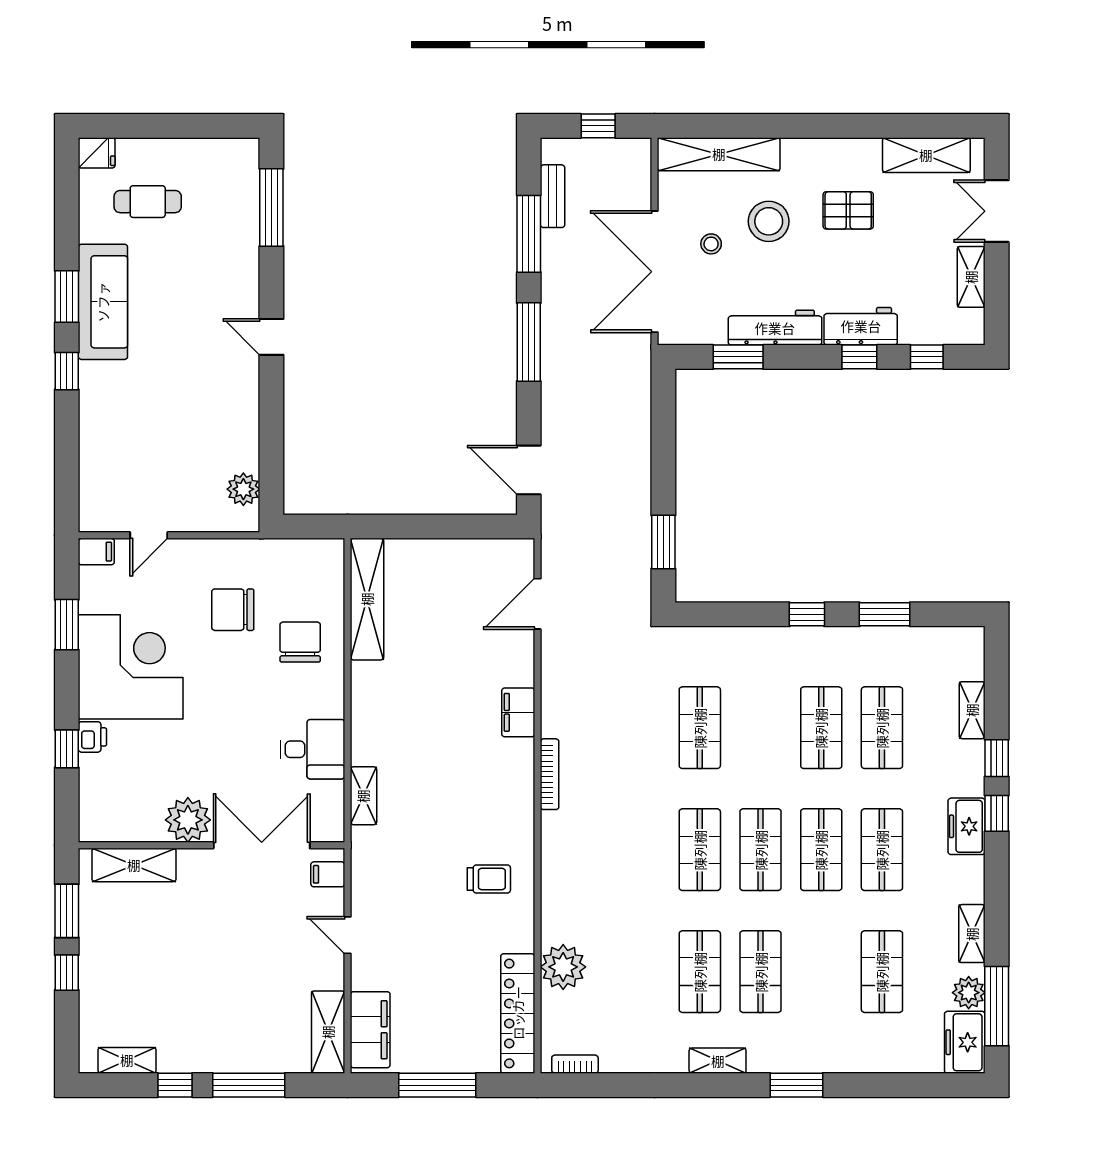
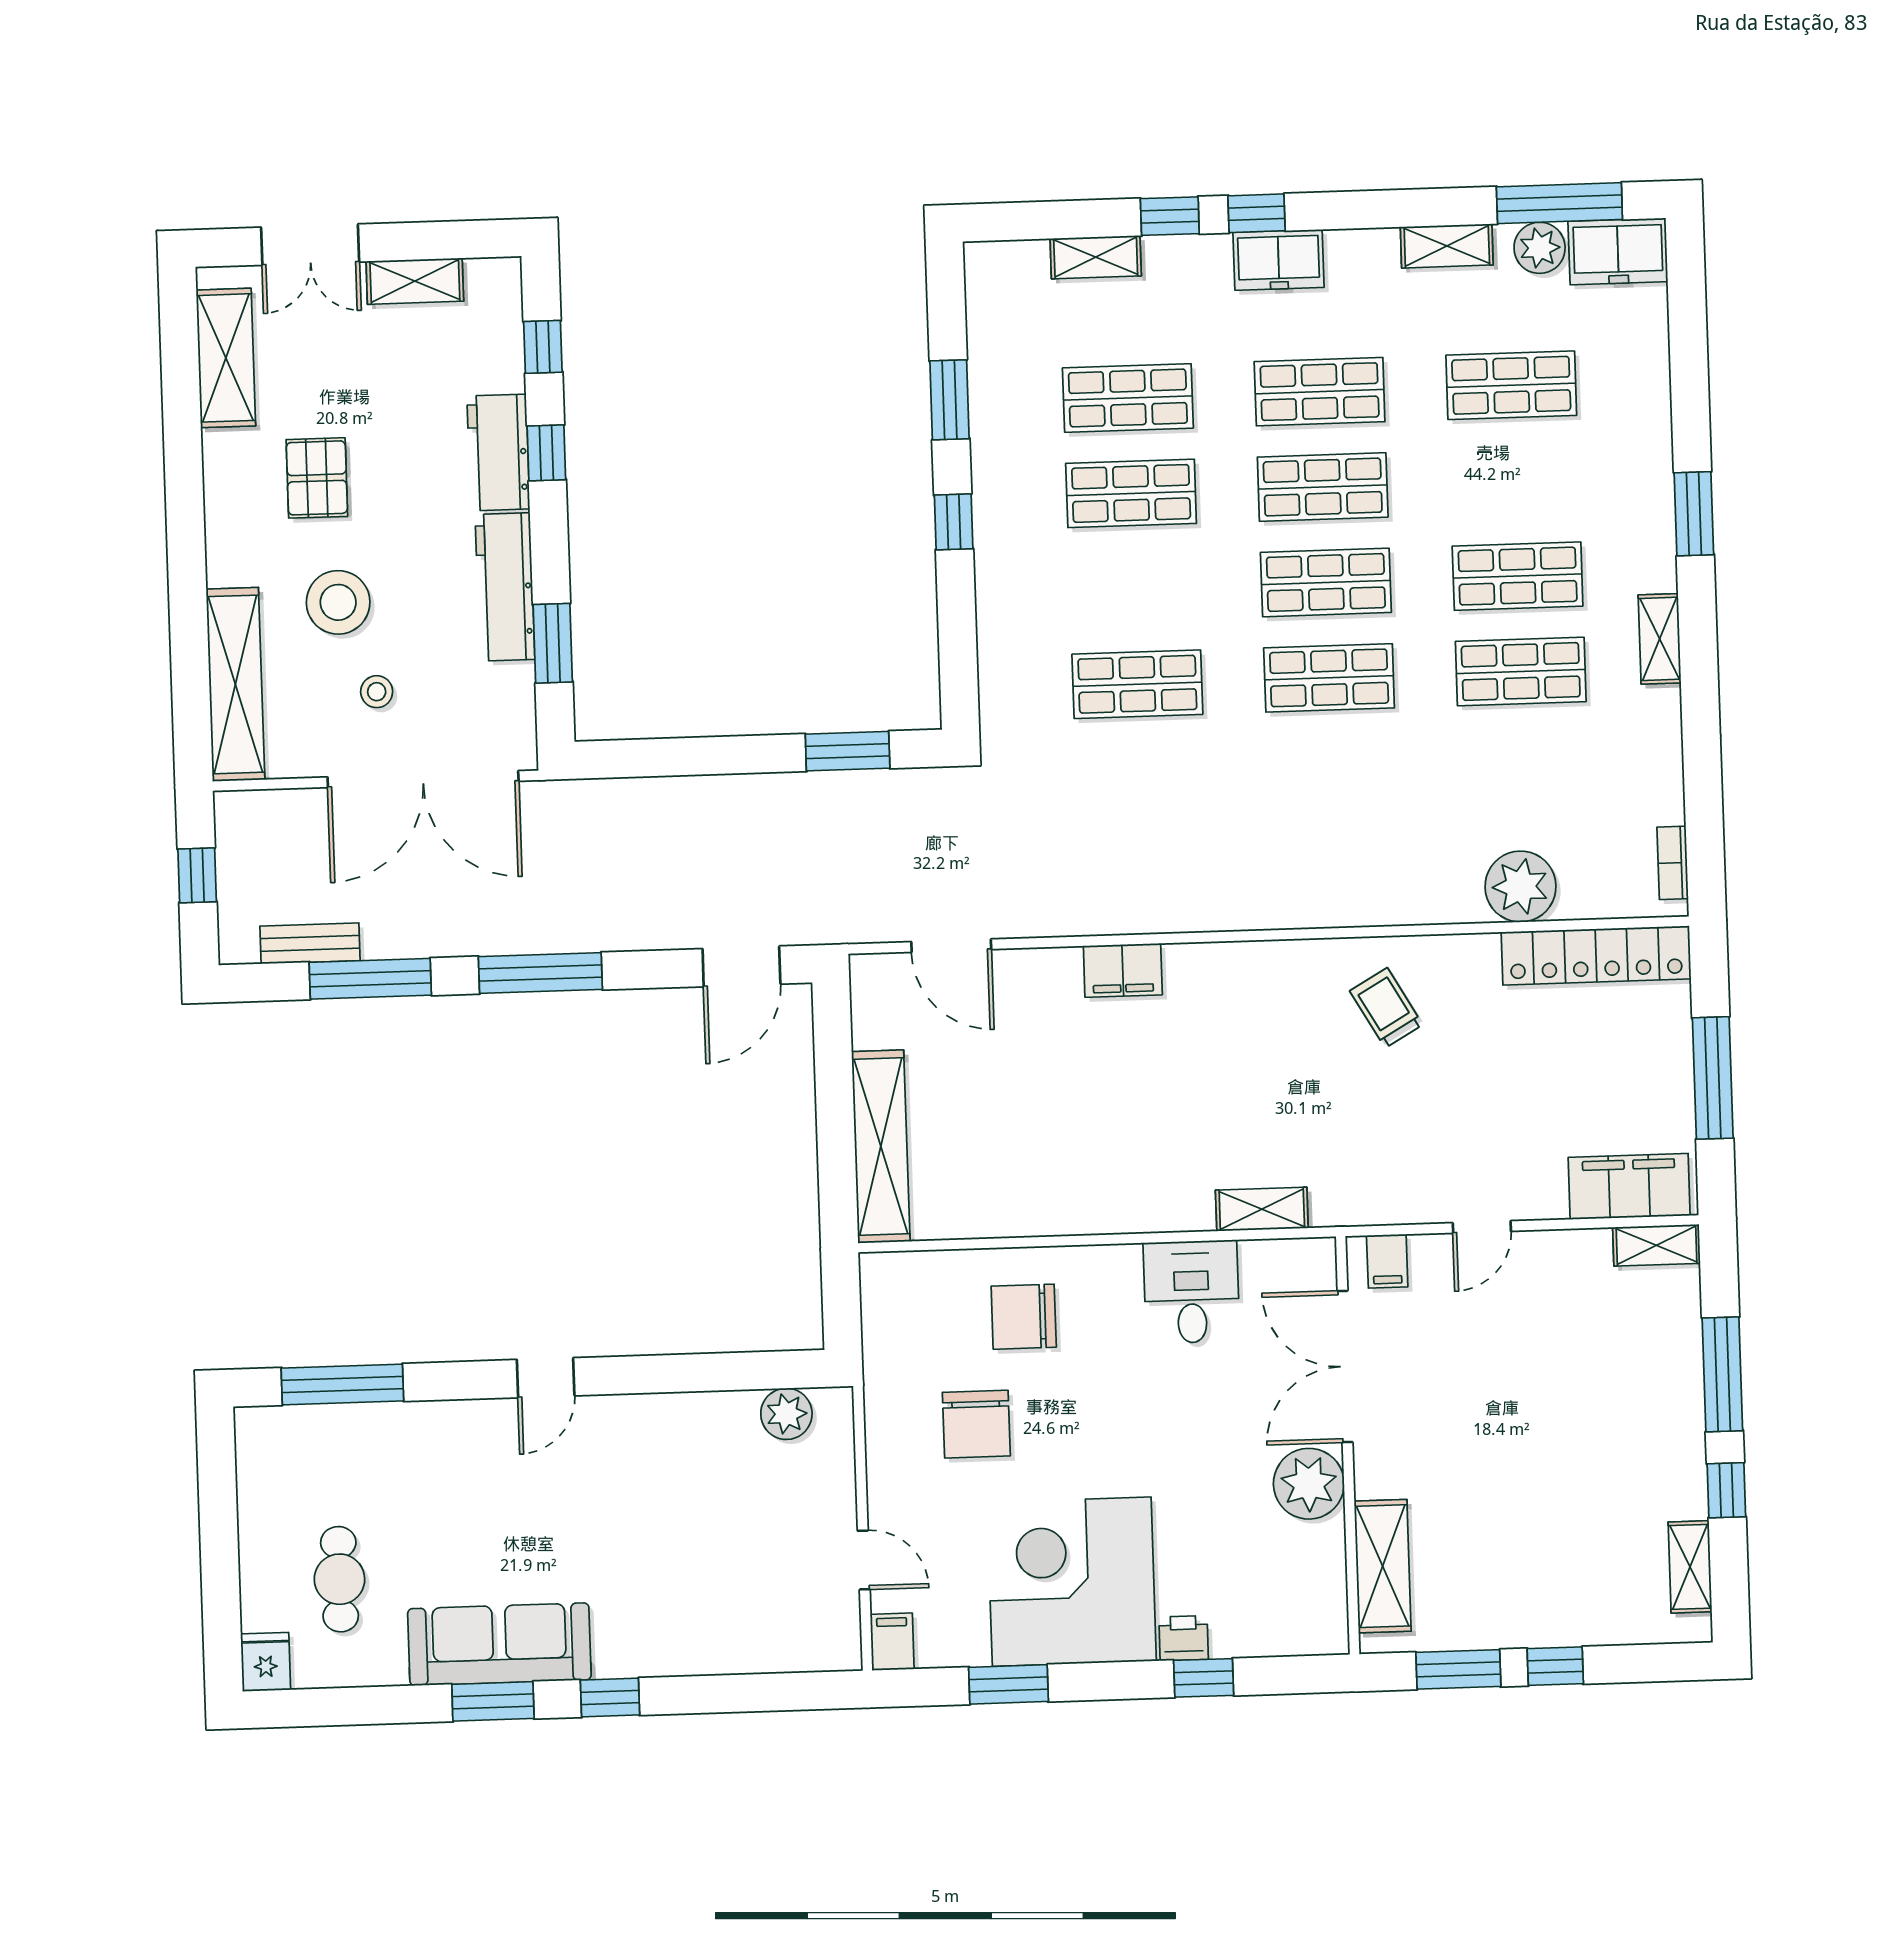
shelving: (367, 599) -> (881, 1147), moved, turned 90
bookcase: (550, 774) -> (1218, 918), removed
trolley: (489, 879) -> (1386, 1008), turned -30
shelving: (328, 1032) -> (1656, 1245), width x0.67, depth x0.75

